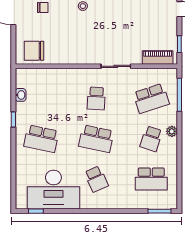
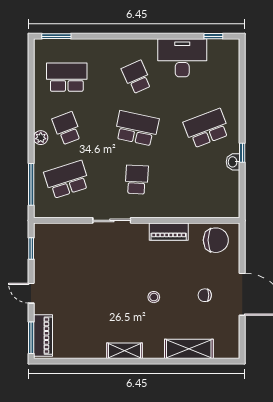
piano: (158, 57) -> (169, 232), moved
washbasin: (21, 95) -> (233, 162), moved
school desk: (41, 139) -> (207, 128), turned -33
school desk: (151, 139) -> (67, 128), turned -39
desk: (53, 190) -> (182, 58), width x0.73, depth x0.77

